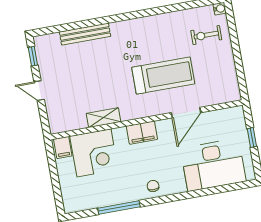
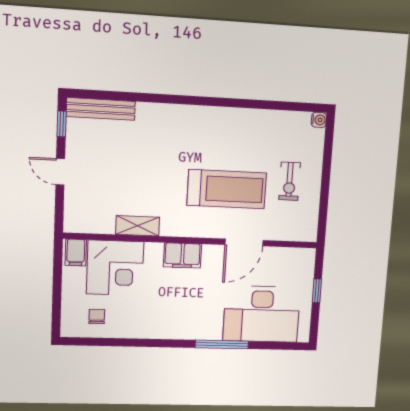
bench: (85, 34) -> (101, 109), moved
exercise bike: (206, 35) -> (290, 181), moved, turned -90
chair: (153, 186) -> (97, 317), moved
window: (119, 208) -> (222, 345), moved

